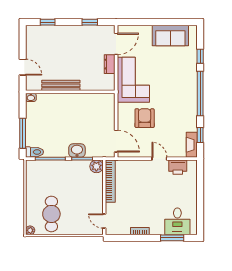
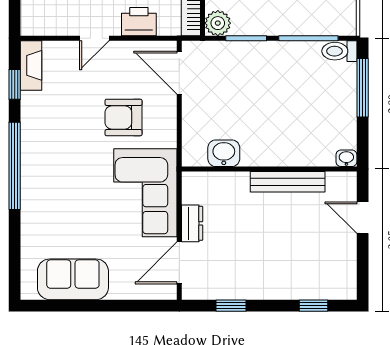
window: (200, 56) -> (15, 239), removed
armchair: (145, 118) -> (124, 117), turned 90
washbasin: (77, 151) -> (224, 153), moved, turned 180
door: (159, 159) -> (94, 38), hinge flipped
printer: (178, 167) -> (139, 22), moved

